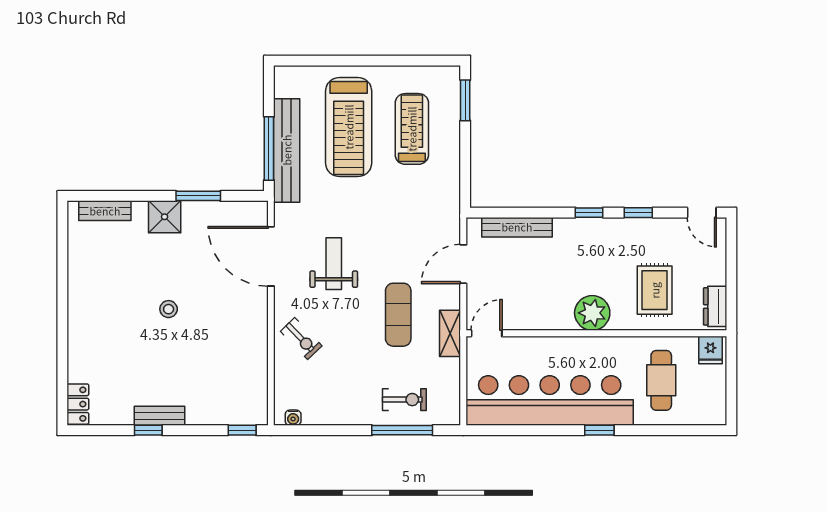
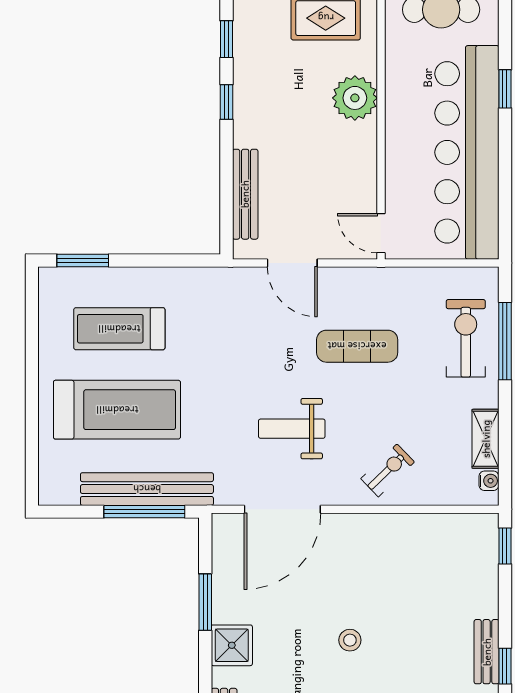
shelving: (450, 333) -> (486, 439), moved, turned 90
exercise bike: (404, 400) -> (466, 338), width x1.38, depth x1.39

